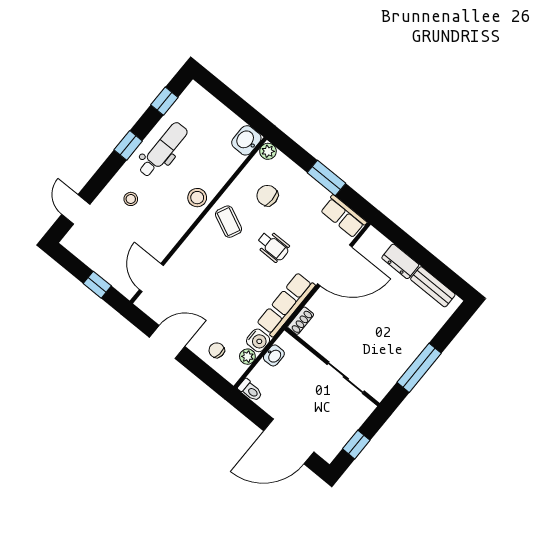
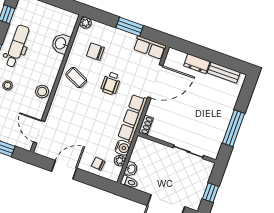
washbasin: (246, 140) -> (61, 43), moved
stool: (197, 198) -> (42, 92), moved
wheelchair: (273, 246) -> (111, 83), turned 90
washbasin: (274, 355) -> (131, 169), moved

